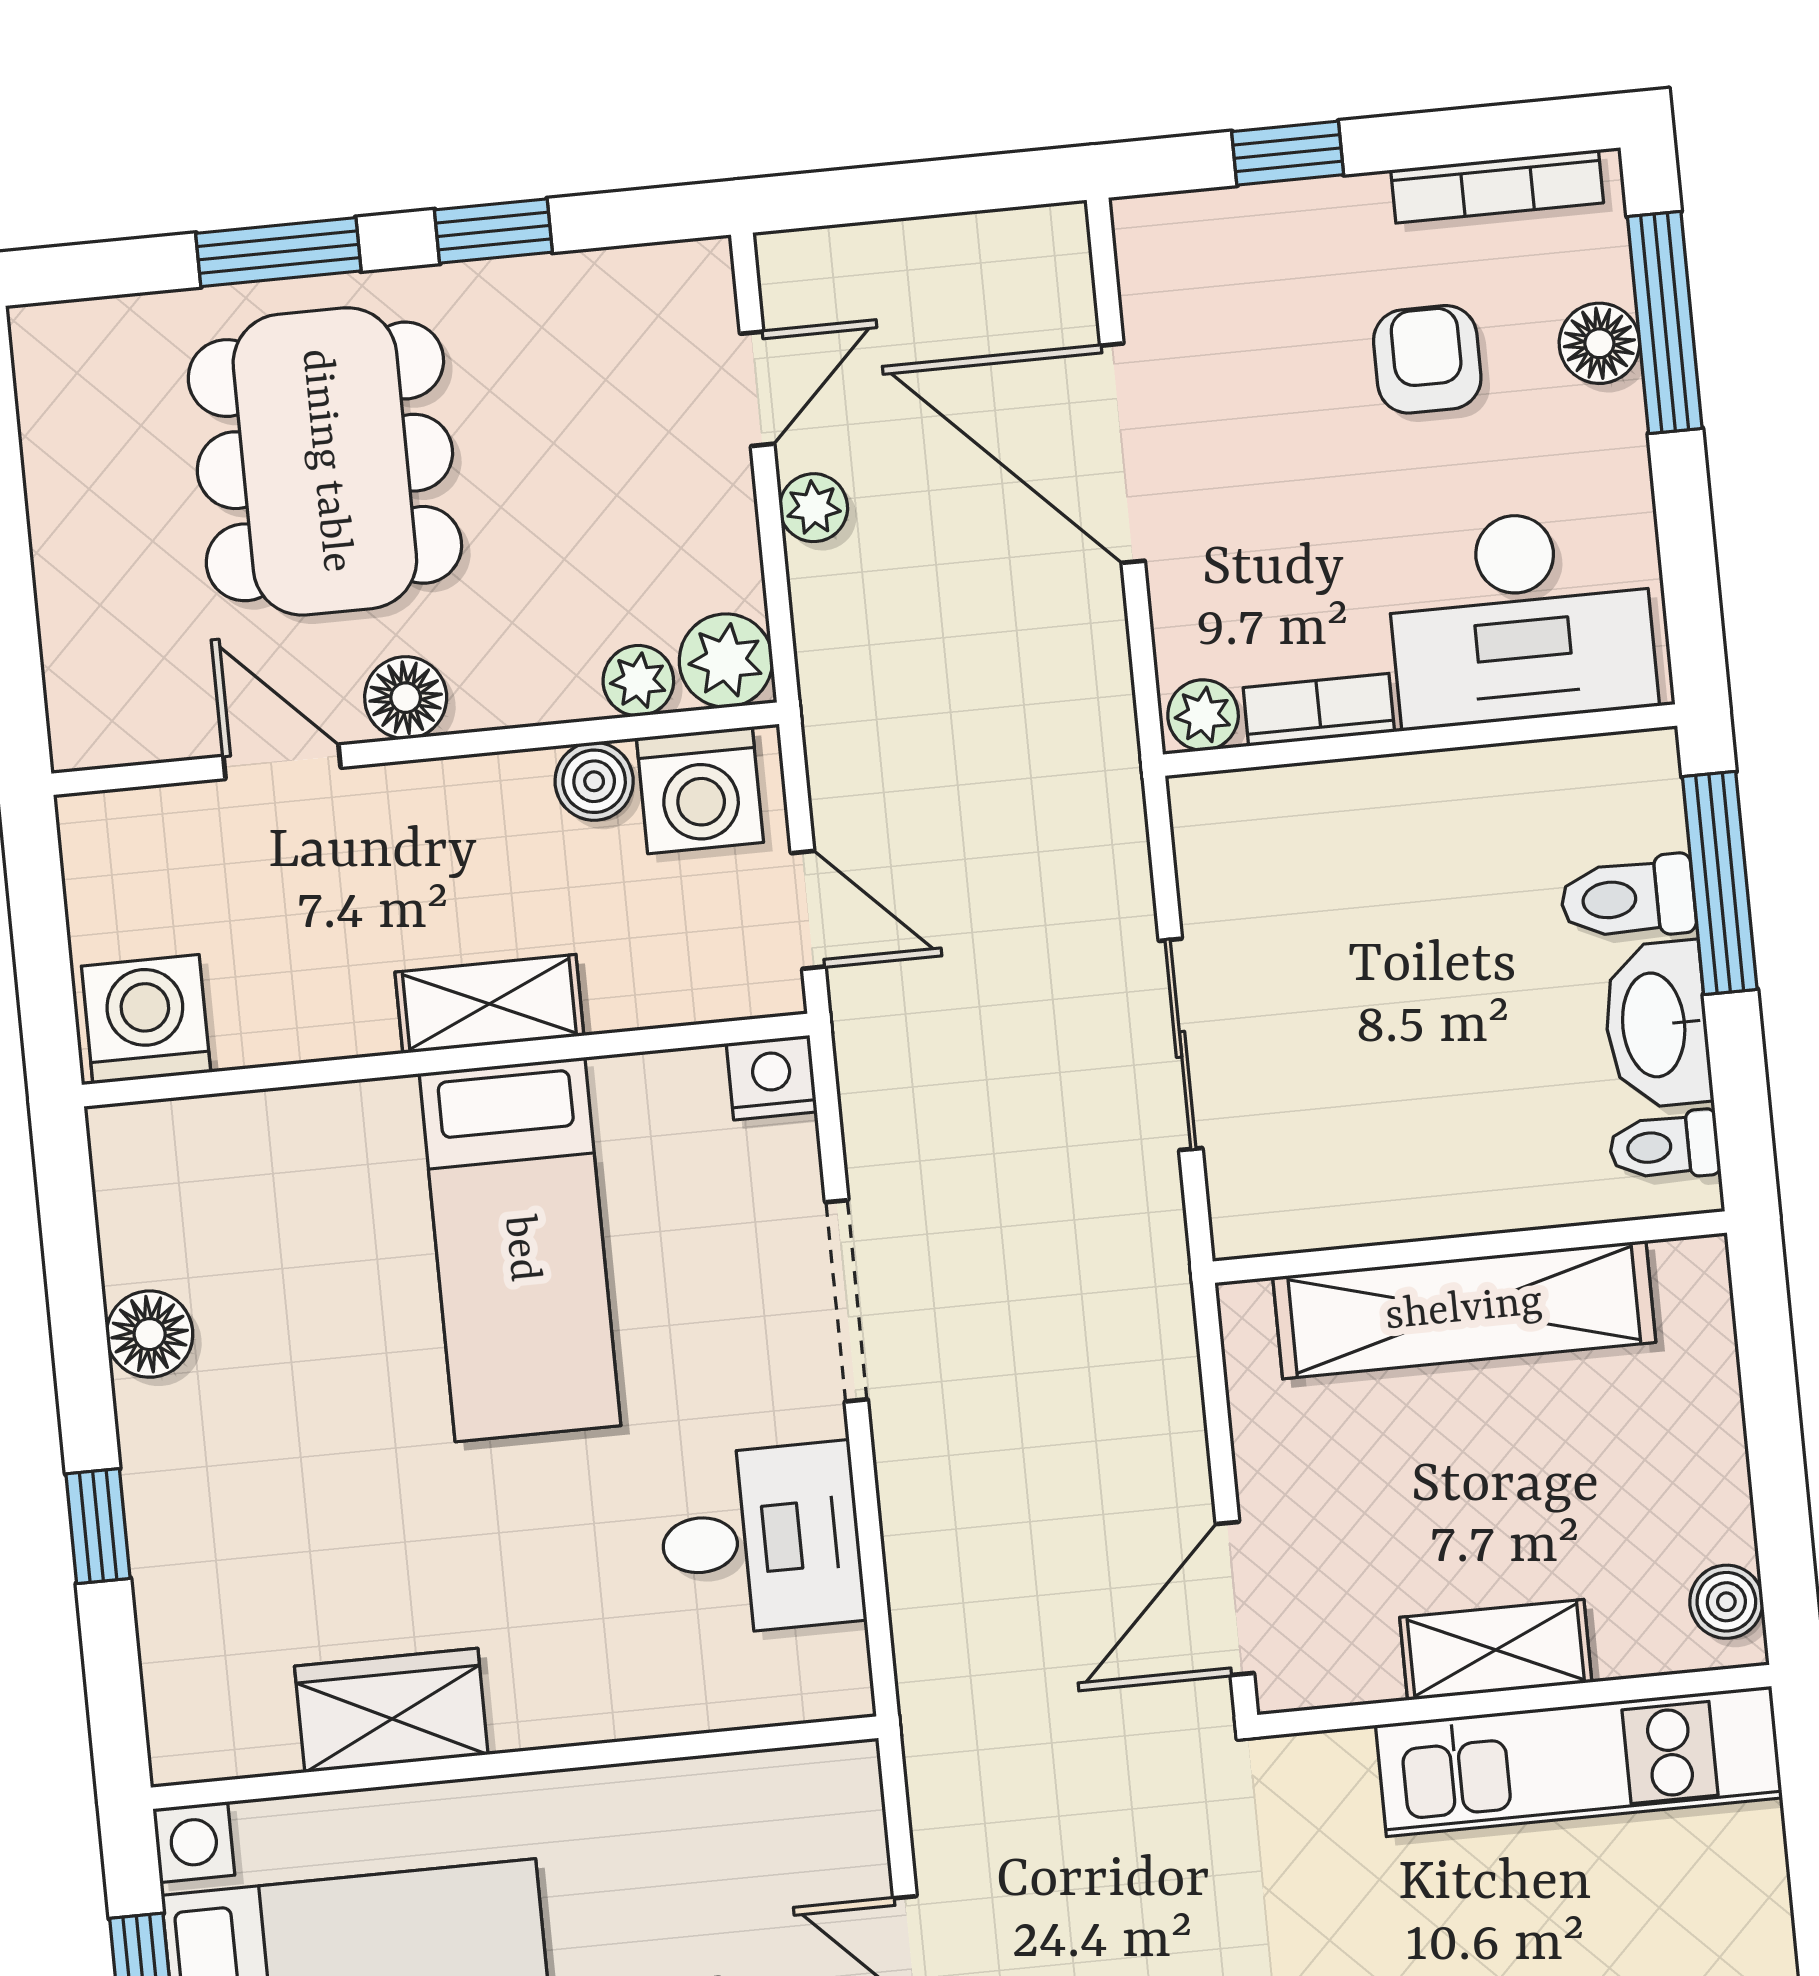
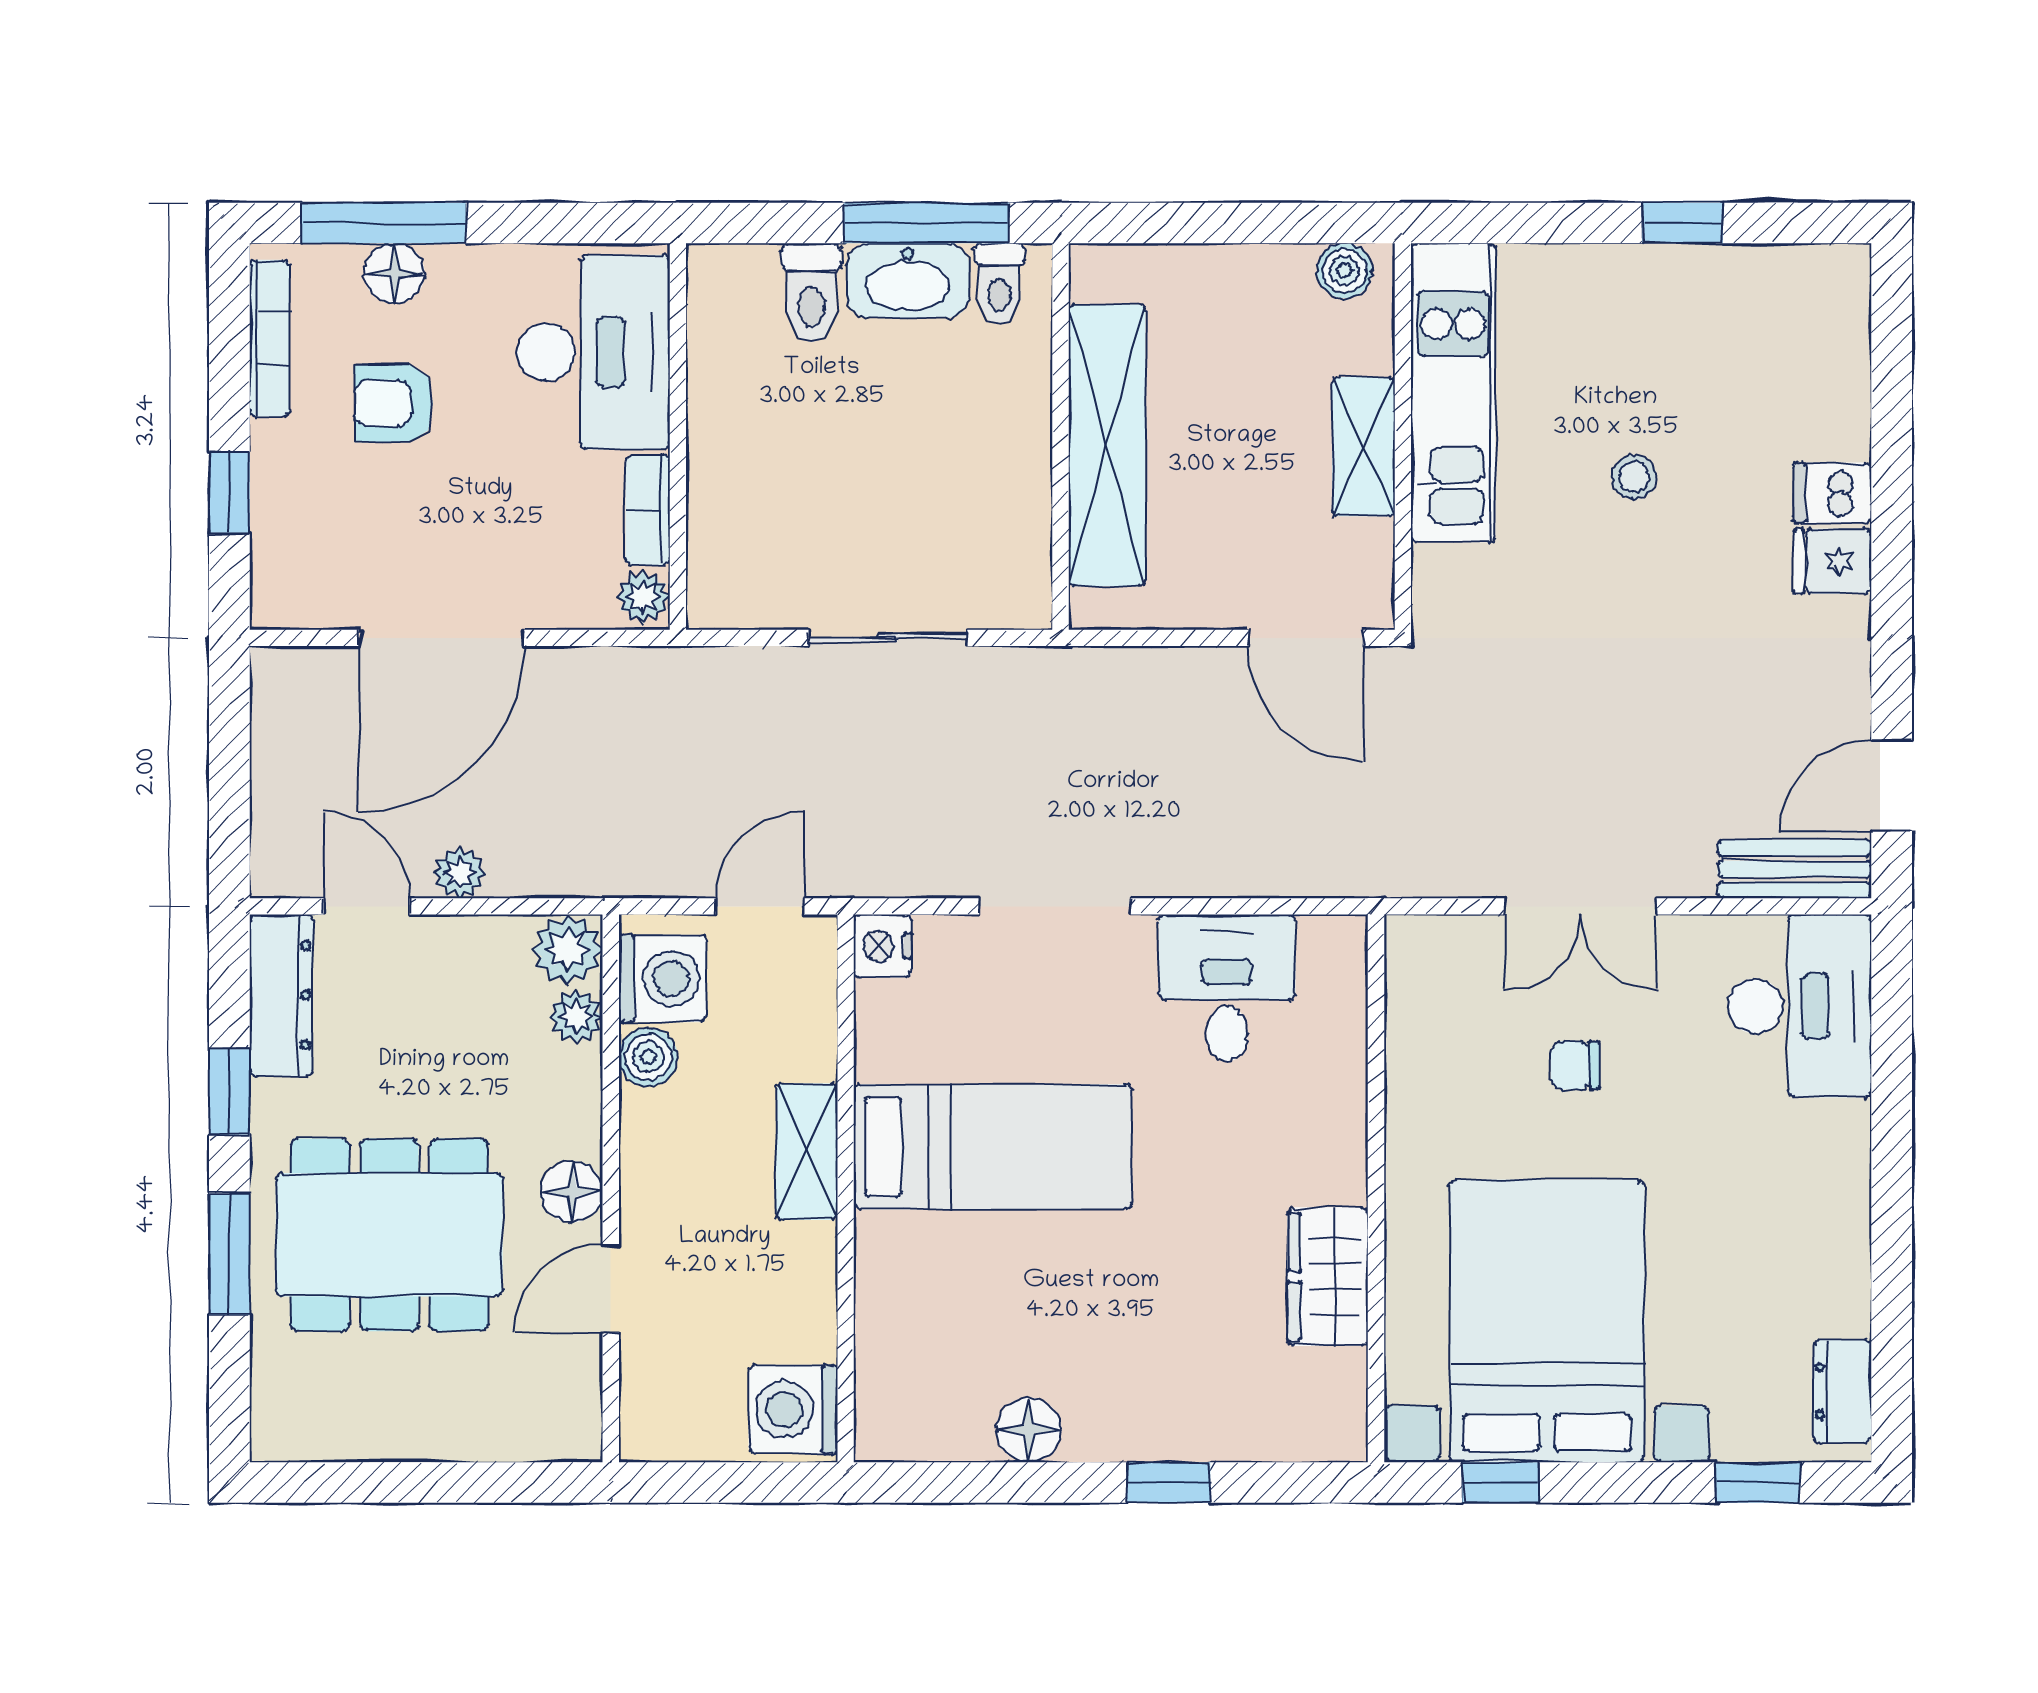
dresser: (628, 287) -> (281, 995), added
window: (1720, 883) -> (927, 223), moved

